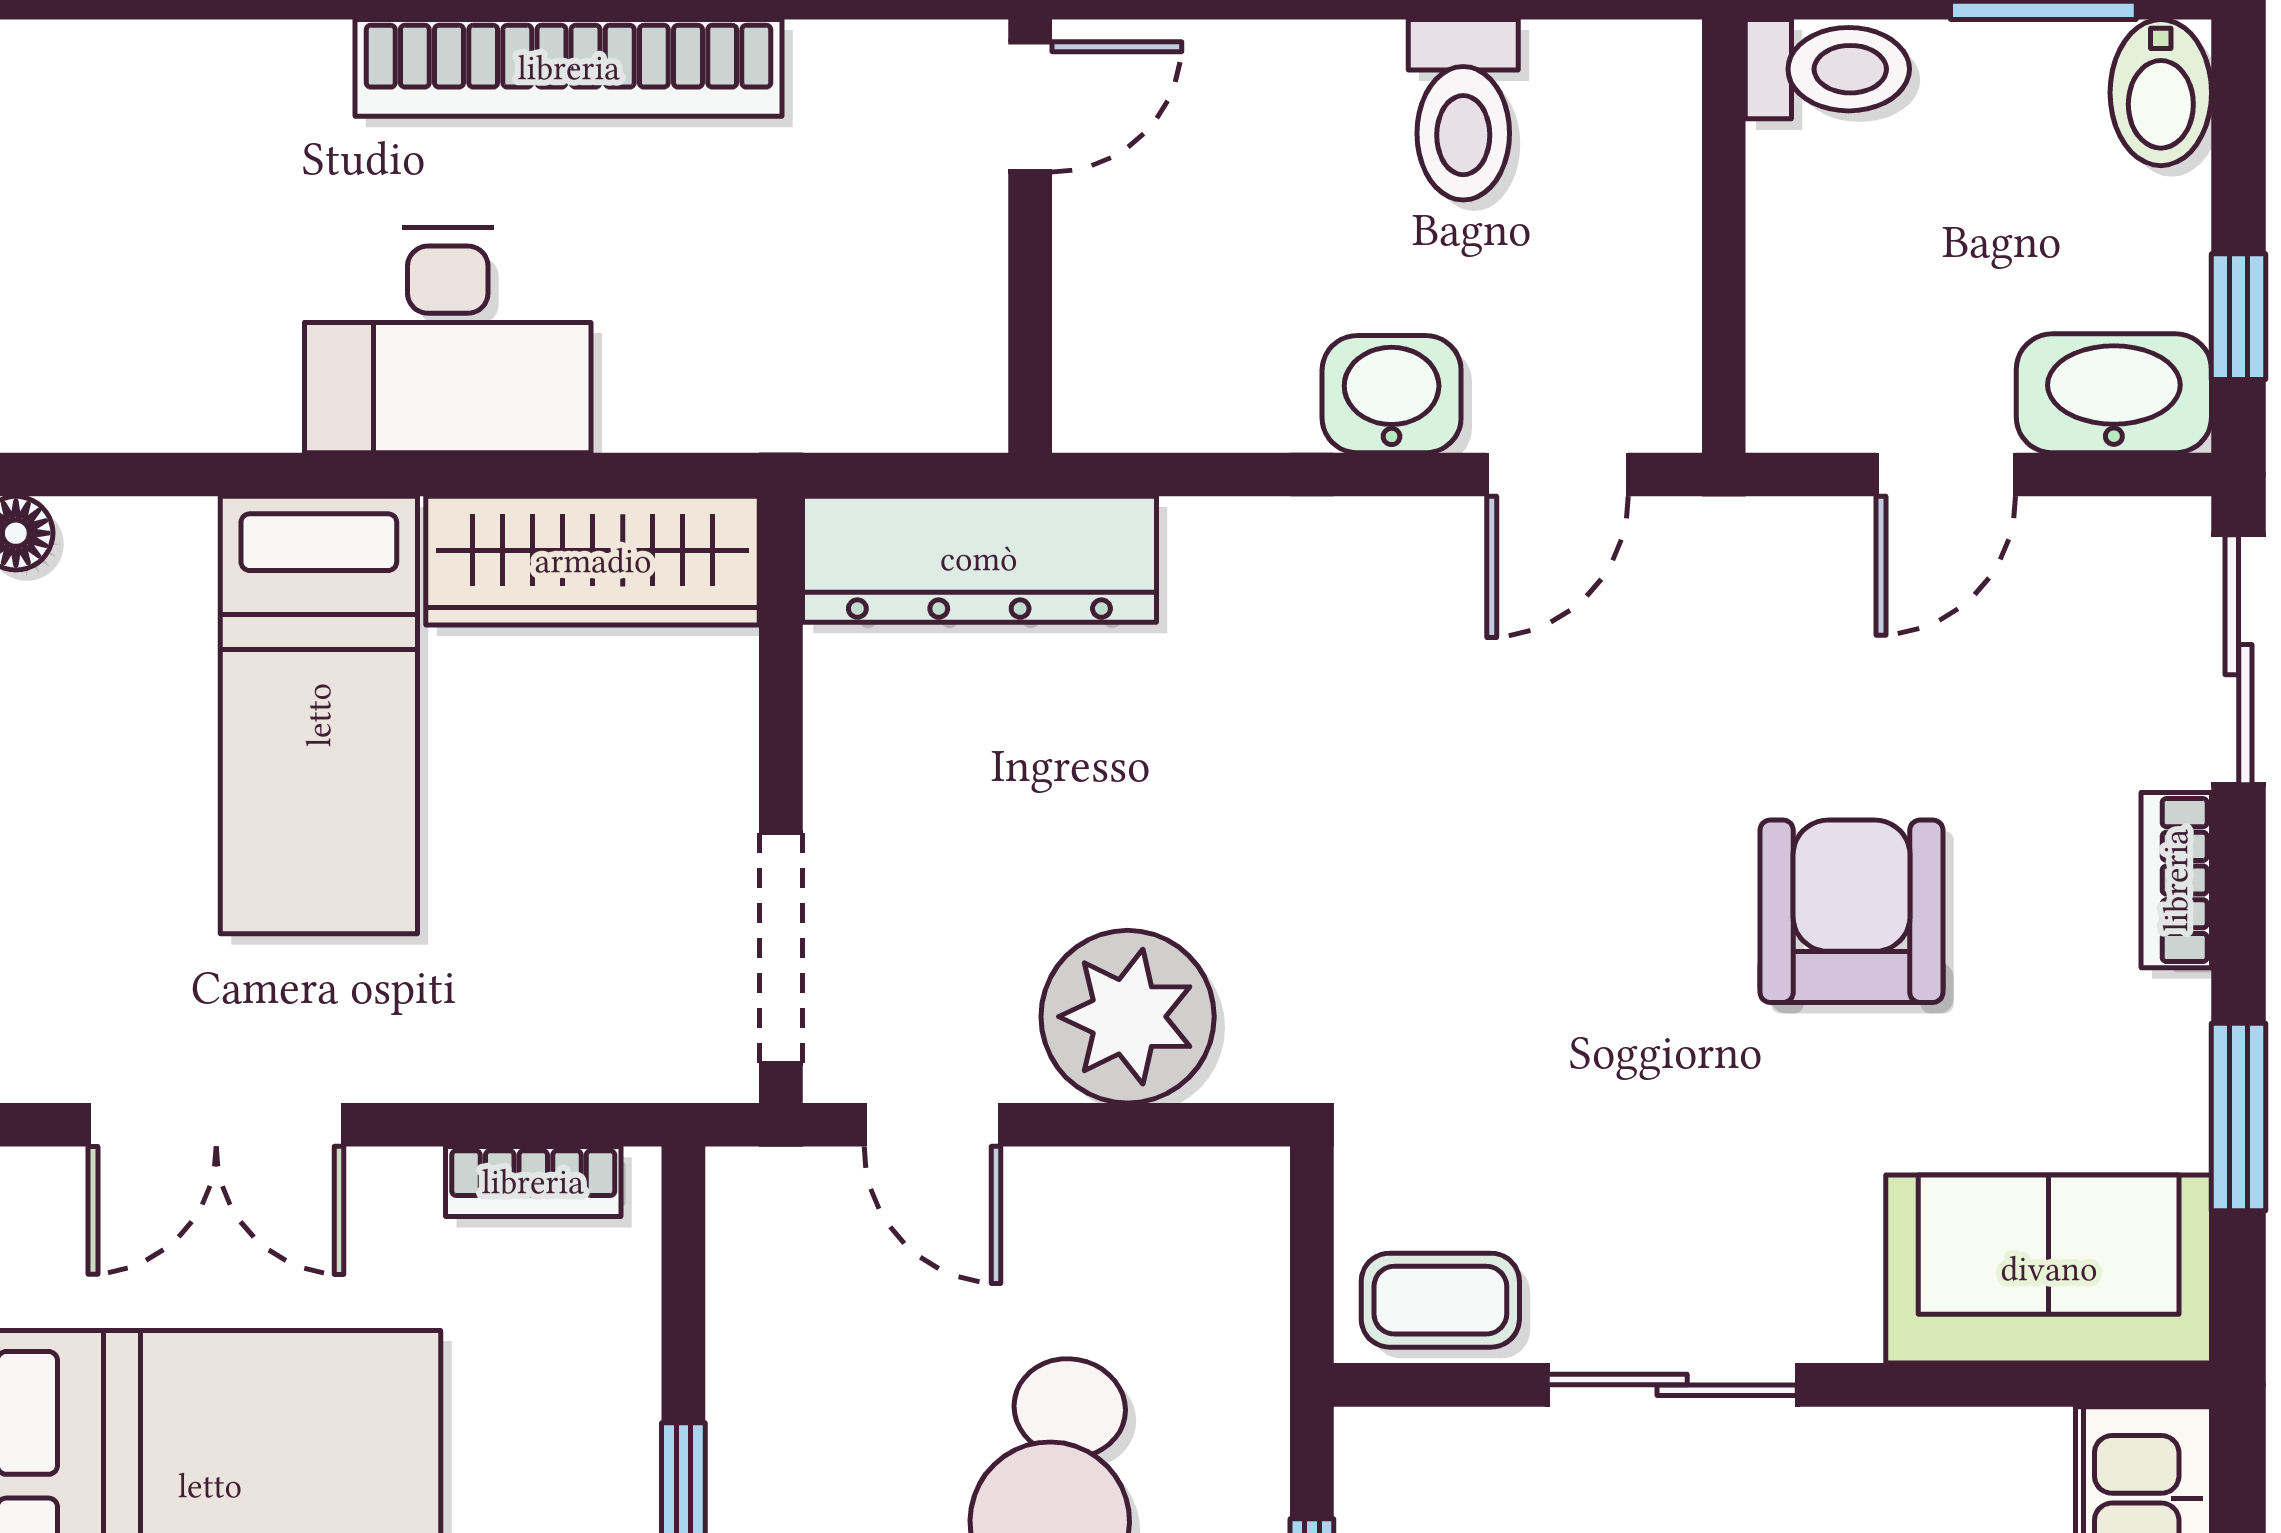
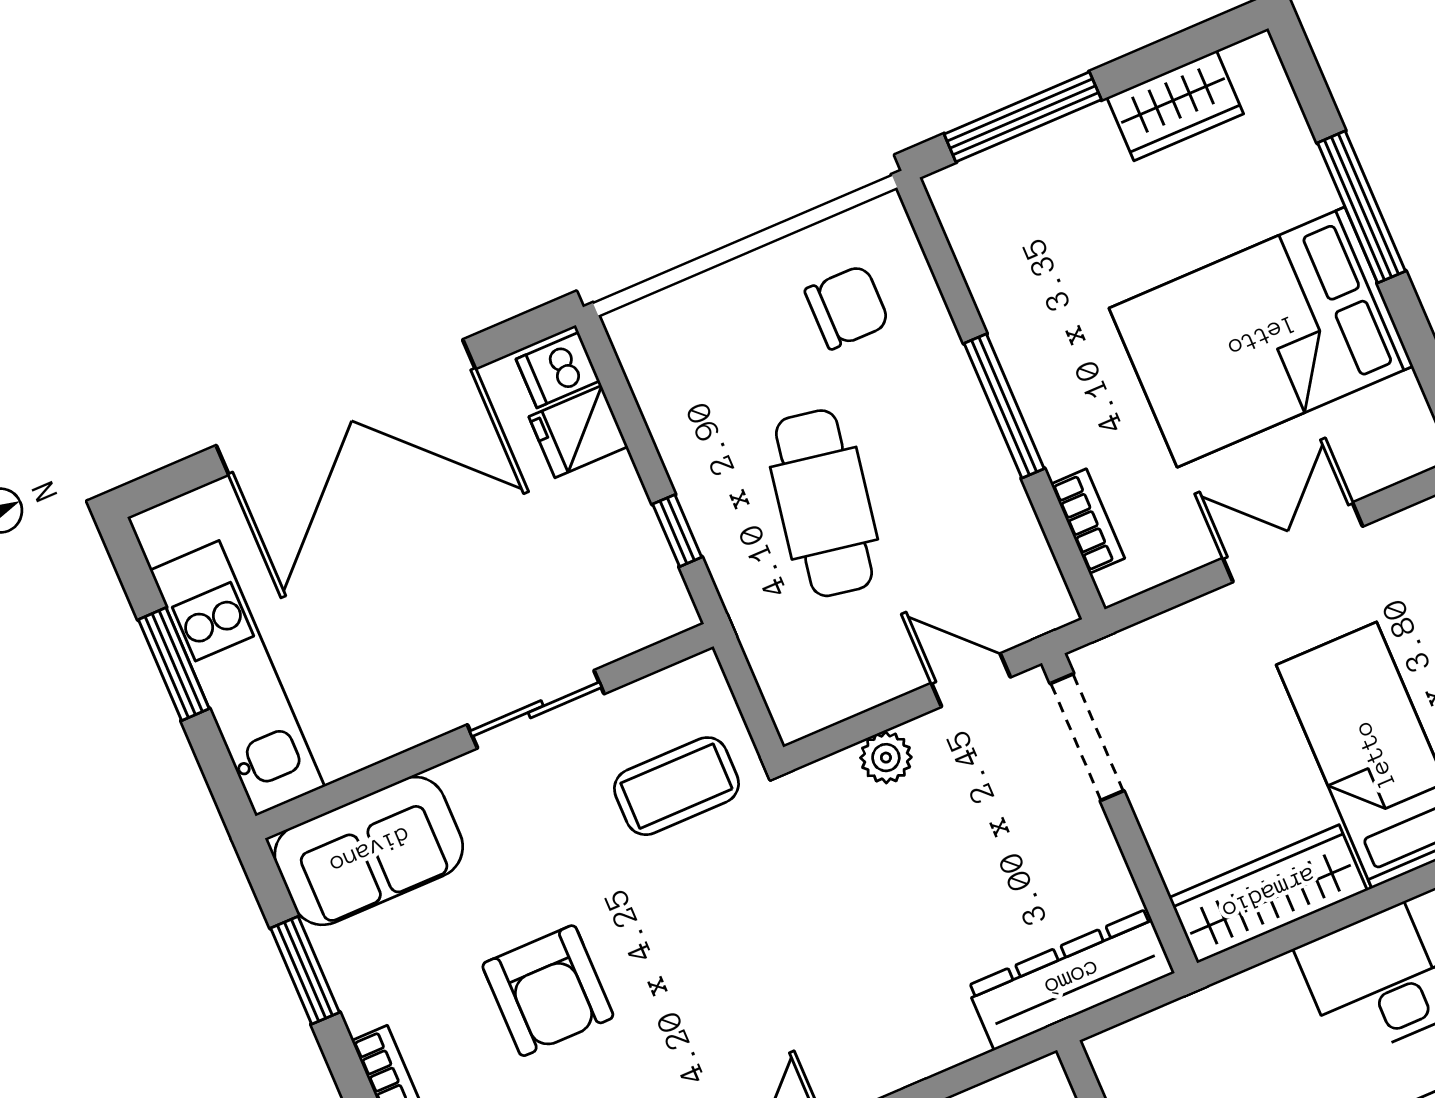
plant: (1128, 1017) -> (886, 758), width x0.53, depth x0.53
double door: (216, 1125) -> (1293, 542), moved
bookcase: (533, 1182) -> (1088, 521), moved, turned 90
coffee table: (1440, 1300) -> (676, 786), moved, width x1.36, depth x1.30

